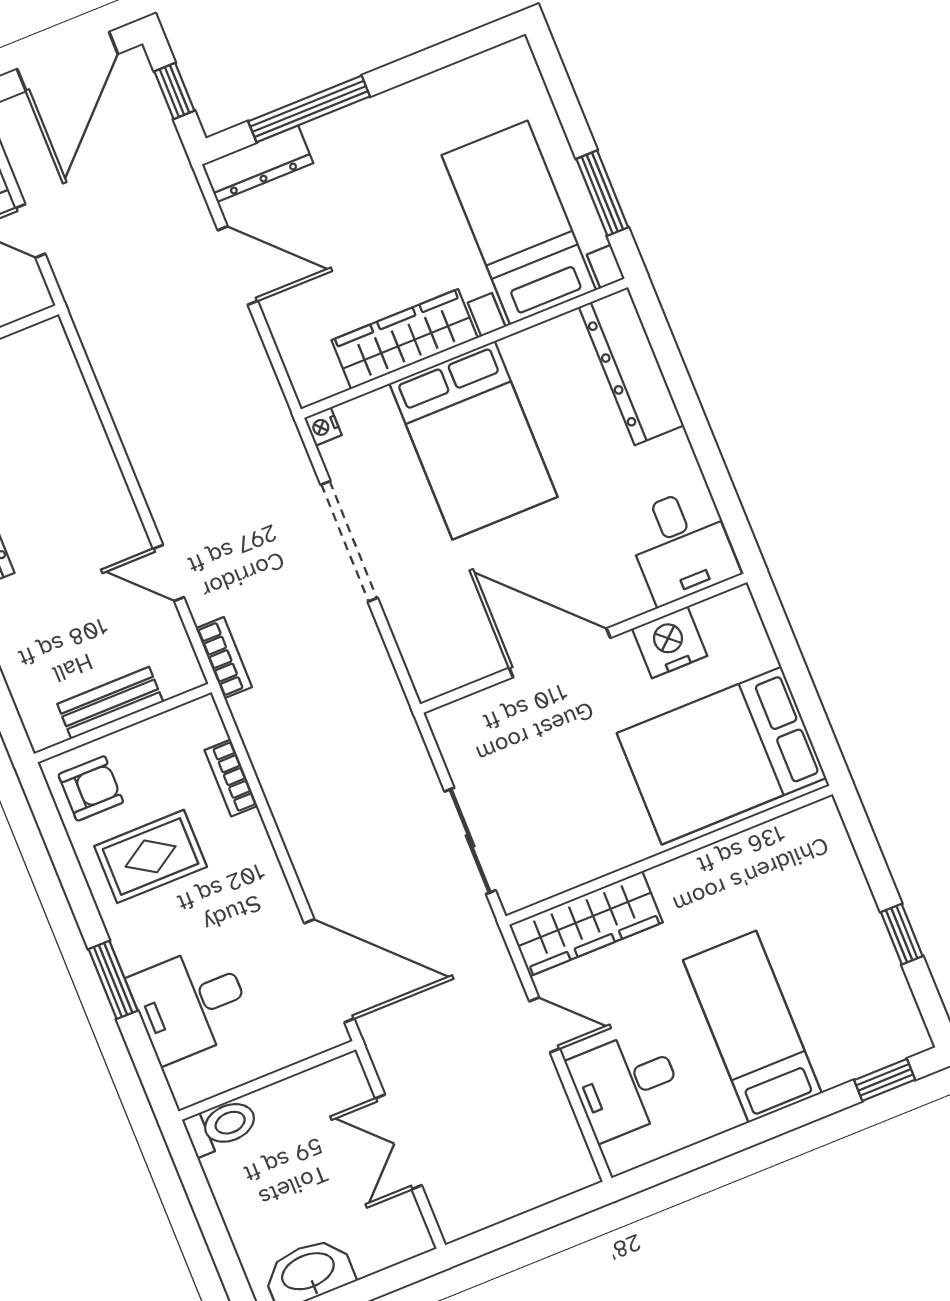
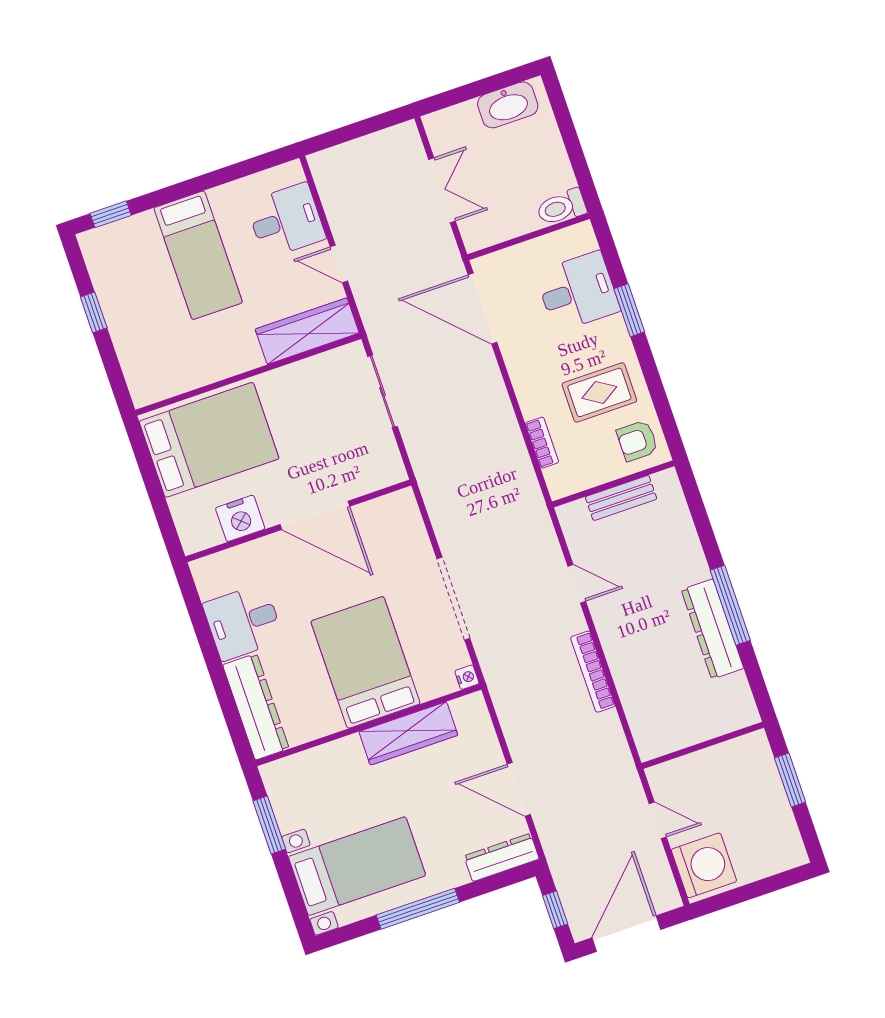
window: (309, 109) -> (418, 909), moved
bed with nightstands: (519, 223) -> (357, 866), moved, turned -90
desk: (681, 546) -> (243, 622), moved, turned -90
bookcase: (224, 658) -> (593, 672), moved, width x1.56

